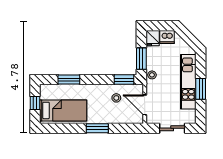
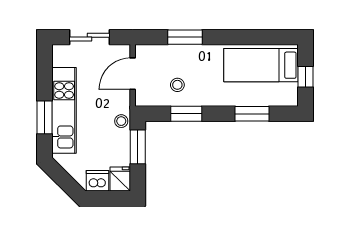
window: (124, 80) -> (186, 114), moved
window: (201, 89) -> (45, 117), moved
door: (145, 105) -> (133, 74), swing flipped
window: (97, 128) -> (185, 37), moved

